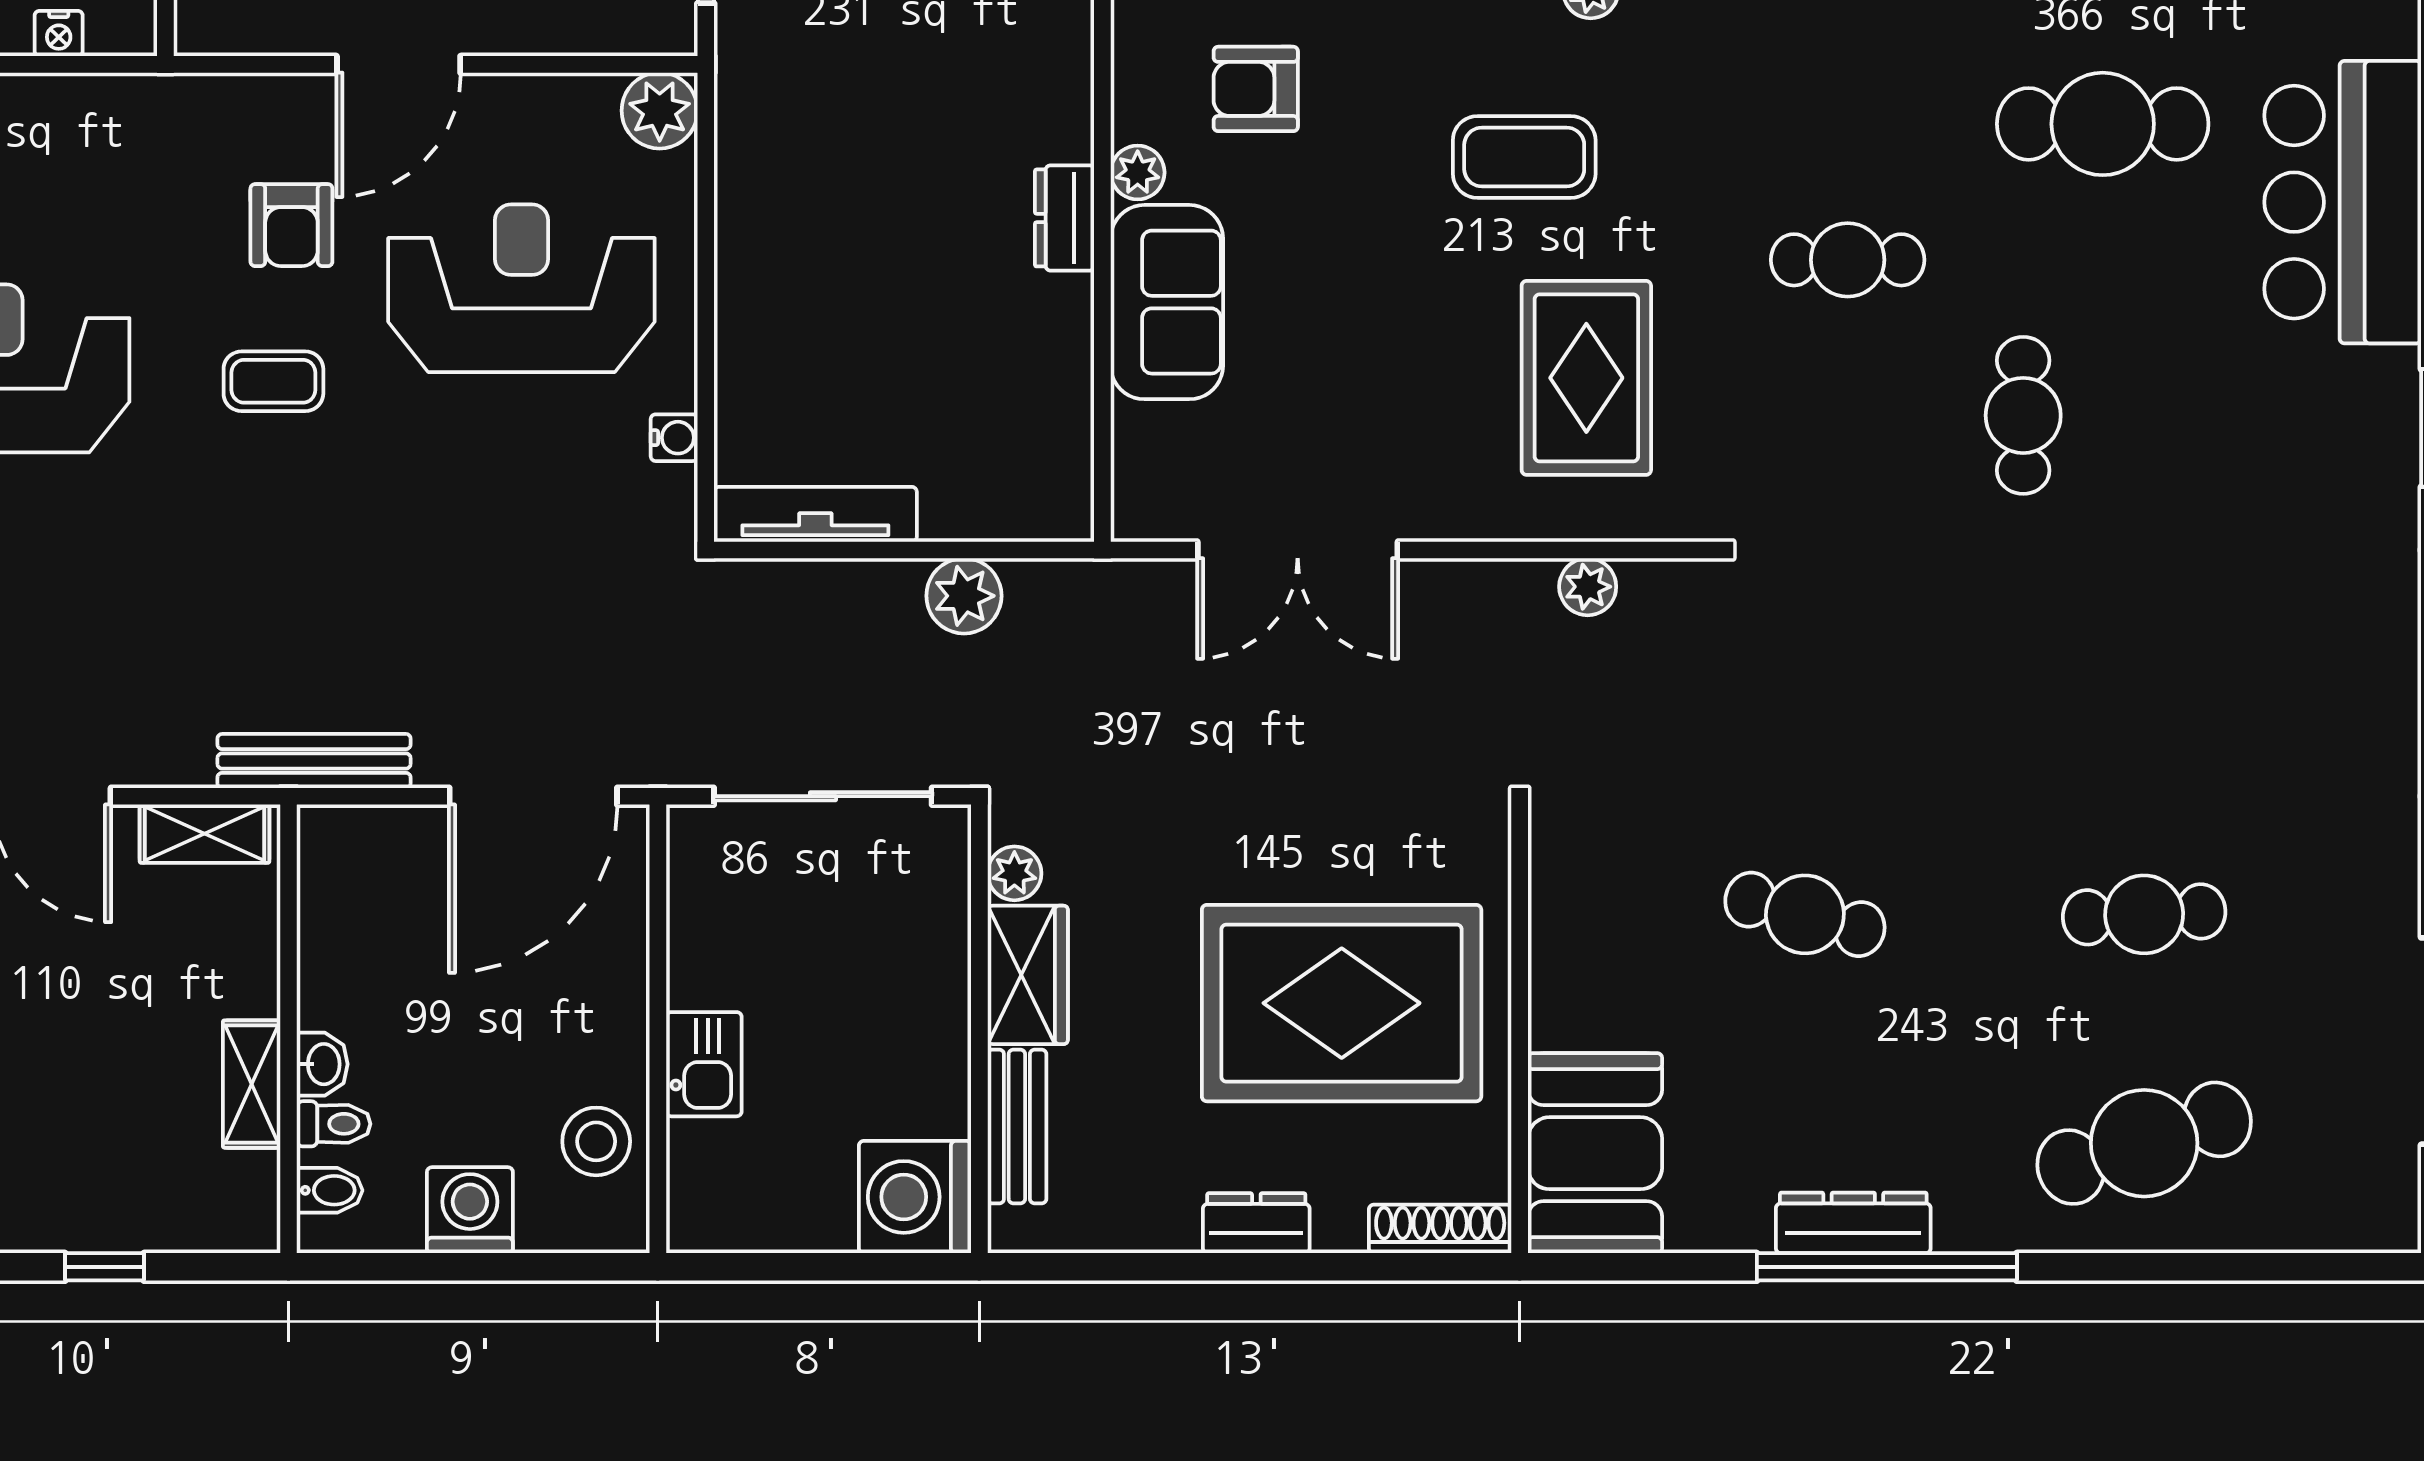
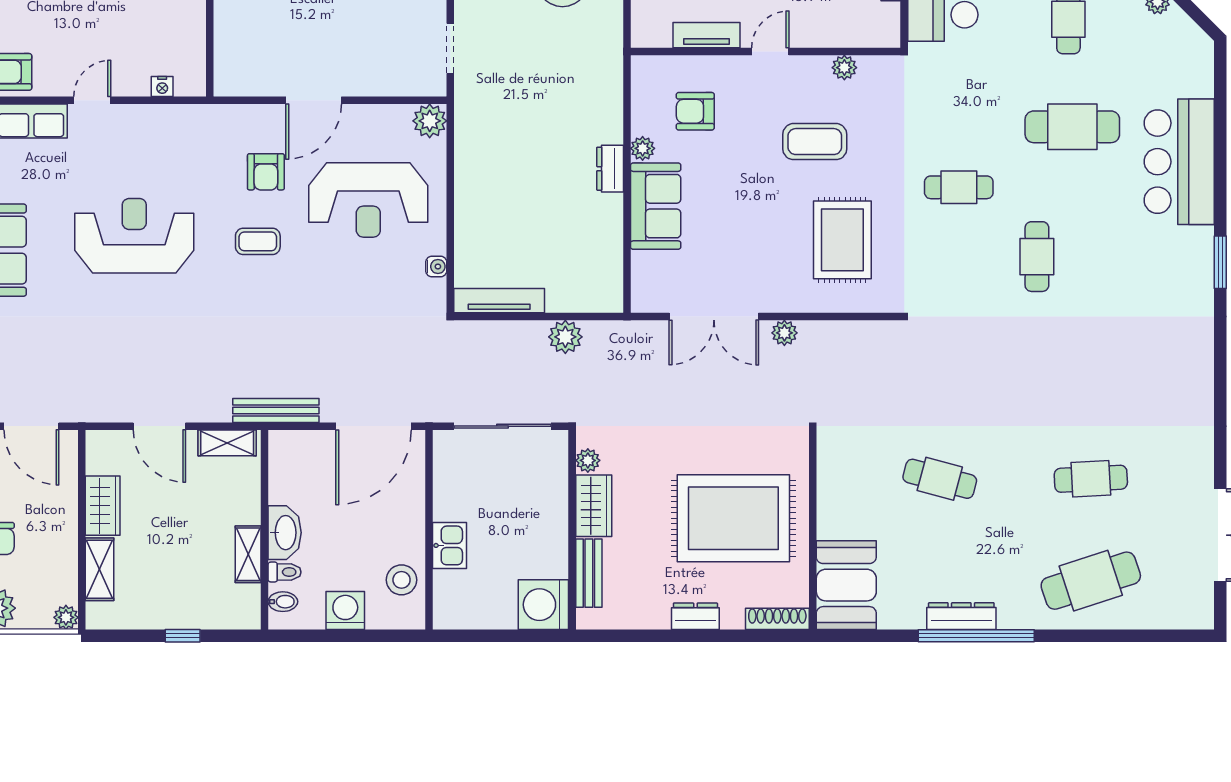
reception desk: (521, 288) -> (368, 200), turned 180
plant: (1588, 587) -> (784, 333), moved
washbasin: (322, 1064) -> (285, 533), width x1.91, depth x1.45

